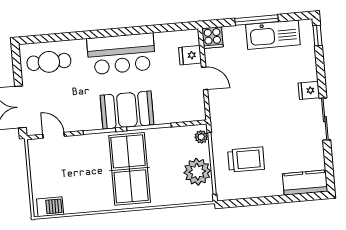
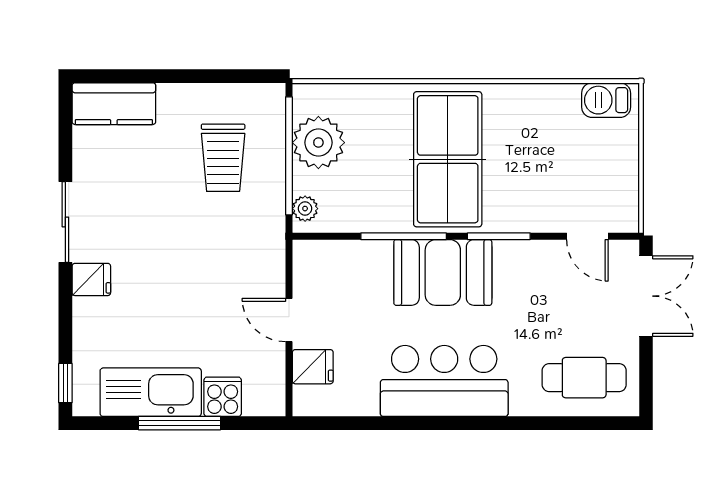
cooker: (212, 38) -> (223, 397), moved
trolley: (246, 159) -> (223, 158), turned -90

